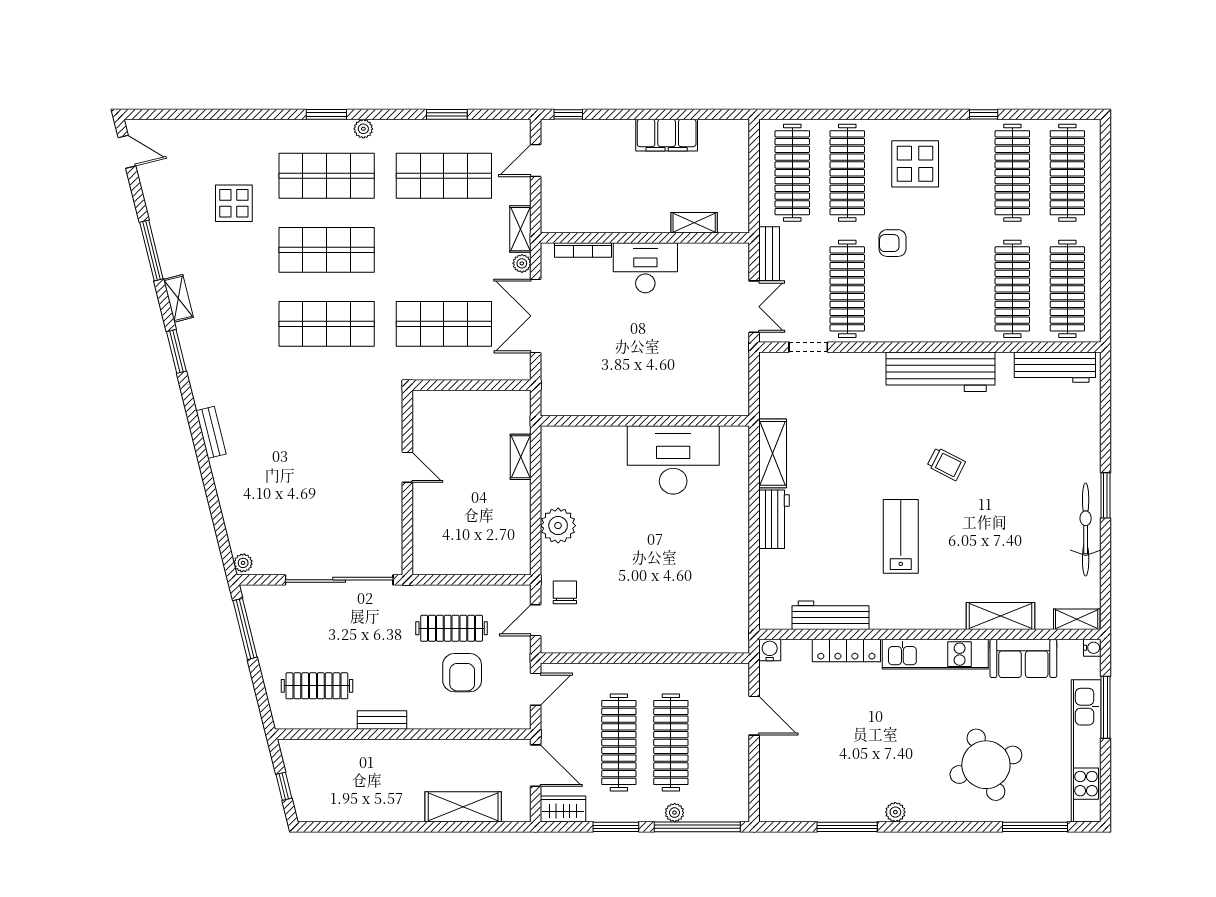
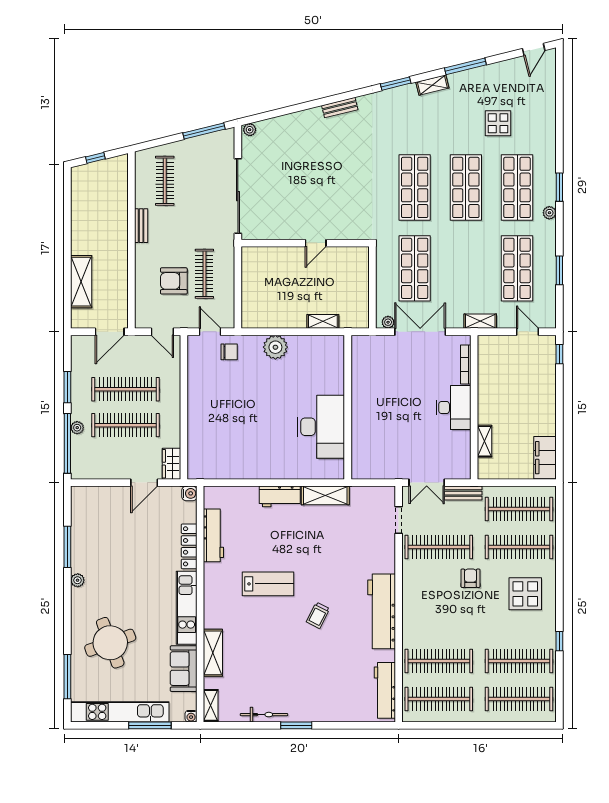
filing cabinet: (667, 135) -> (545, 458), moved
plant: (522, 263) -> (388, 322), moved
bicycle: (1086, 530) -> (264, 715), width x0.73, depth x0.71
wardrobe: (563, 809) -> (171, 464), moved, turned 180

